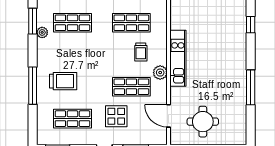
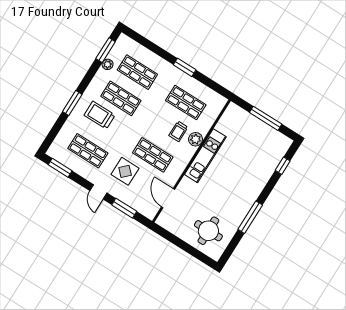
shop shelf: (72, 55) -> (121, 98), added
plant: (160, 73) -> (196, 139), moved
trolley: (63, 81) -> (100, 115), turned 180
window: (33, 86) -> (72, 103), width x0.69
round table: (203, 122) -> (208, 231), moved

